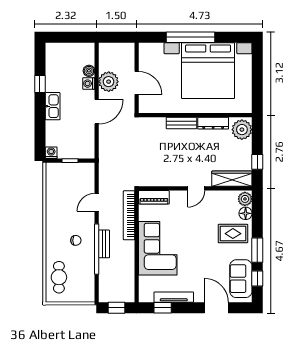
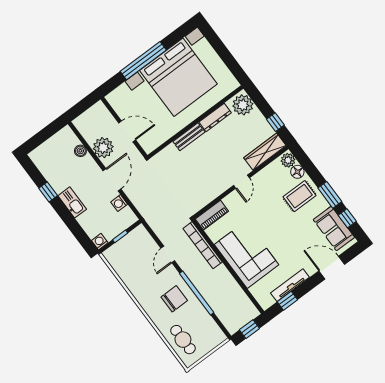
washing machine: (89, 84) -> (119, 203), moved
chair: (76, 240) -> (174, 299), width x1.87, depth x1.87
bench: (104, 244) -> (200, 284), removed

